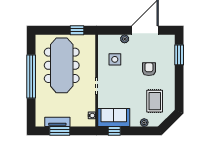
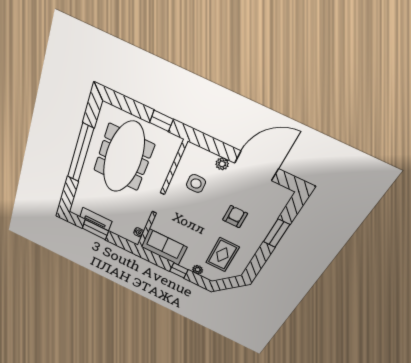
window: (179, 55) -> (276, 233), moved
window: (114, 131) -> (179, 271), moved

